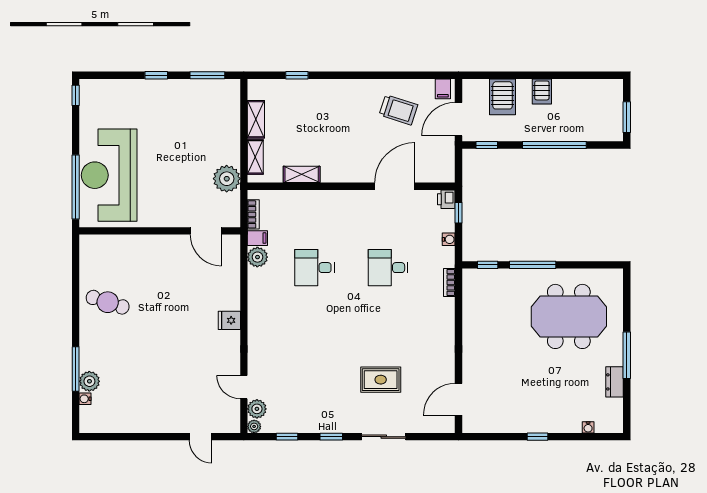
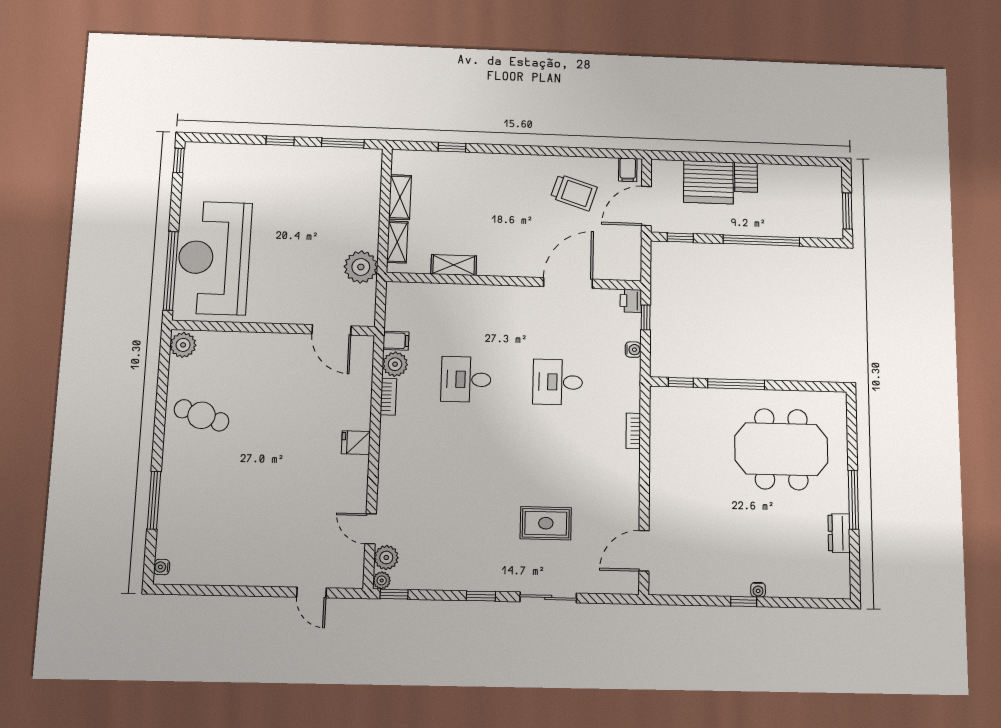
server rack: (503, 97) -> (708, 182), width x1.60
bookcase: (253, 214) -> (388, 397), moved
bookcase: (449, 282) -> (633, 431), moved
plant: (89, 381) -> (183, 345), moved
water cooler: (85, 399) -> (162, 567), moved
water cooler: (588, 427) -> (758, 590), moved
window: (287, 437) -> (394, 594), moved

